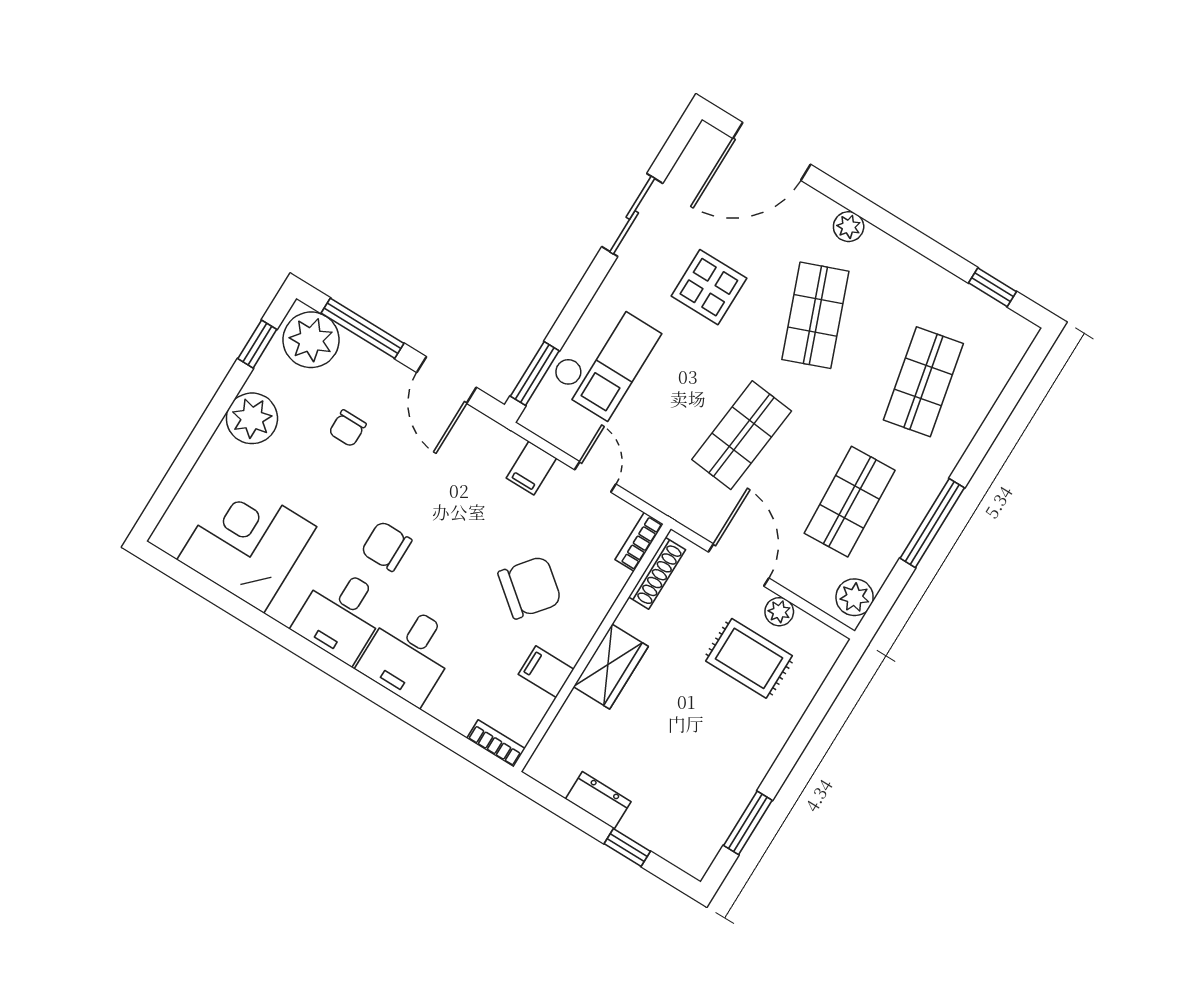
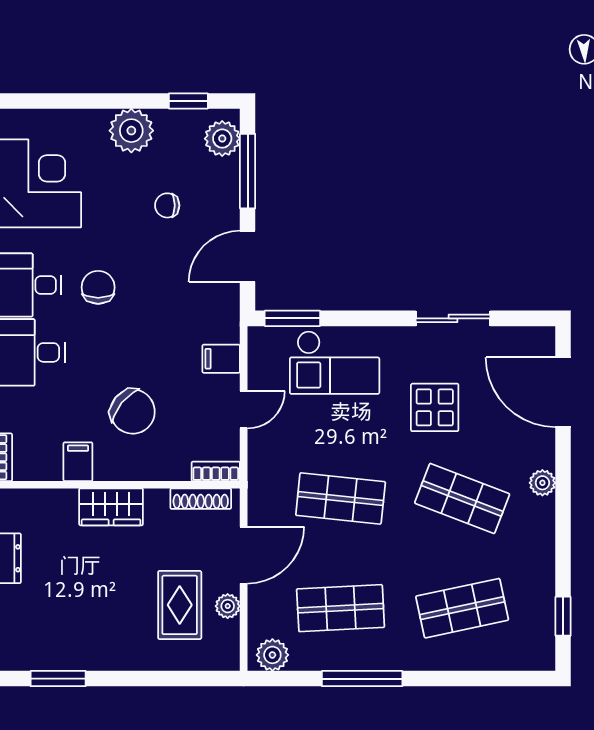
shop shelf: (815, 315) -> (462, 498), turned 42
plant: (311, 340) -> (222, 139), width x0.73, depth x0.73

